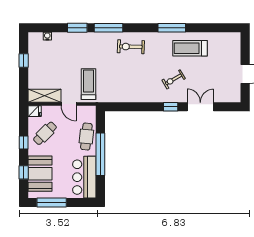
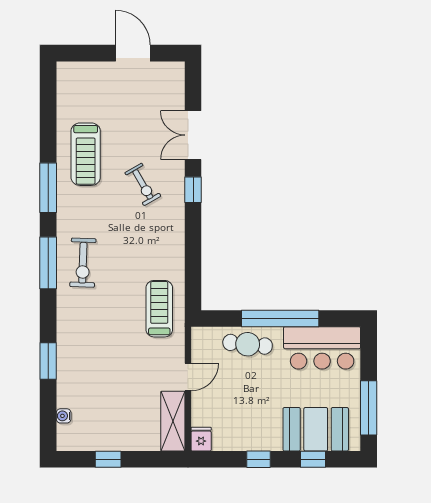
window: (108, 28) -> (48, 263), moved
treadmill: (89, 84) -> (159, 309), moved, turned 90
cafe table: (45, 133) -> (242, 420), removed

